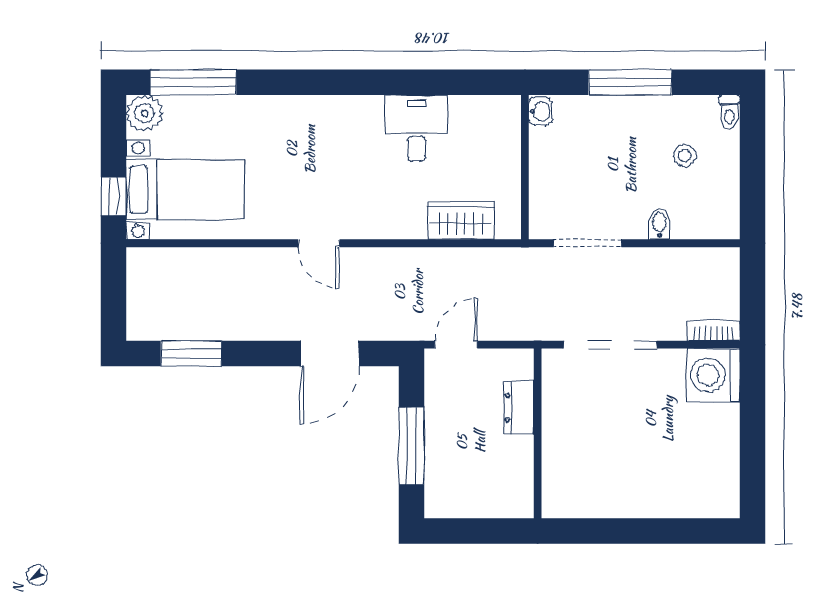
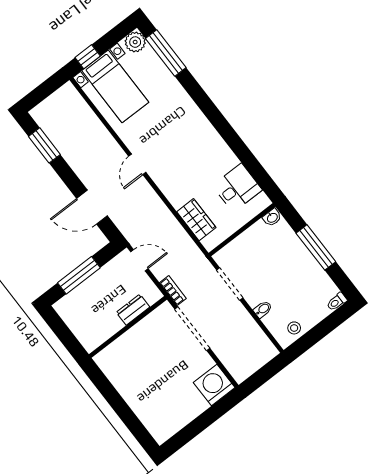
desk: (417, 128) -> (237, 188), moved
stool: (685, 156) -> (294, 328), moved
bookcase: (714, 331) -> (173, 291), moved

